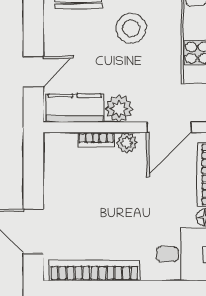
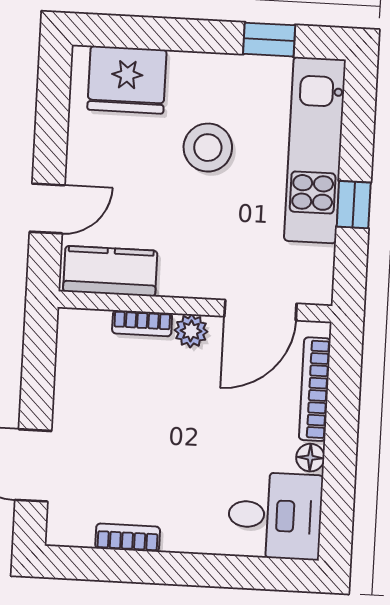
plant: (119, 109) -> (181, 276), removed
bookcase: (94, 271) -> (128, 538), width x0.43, depth x0.76

